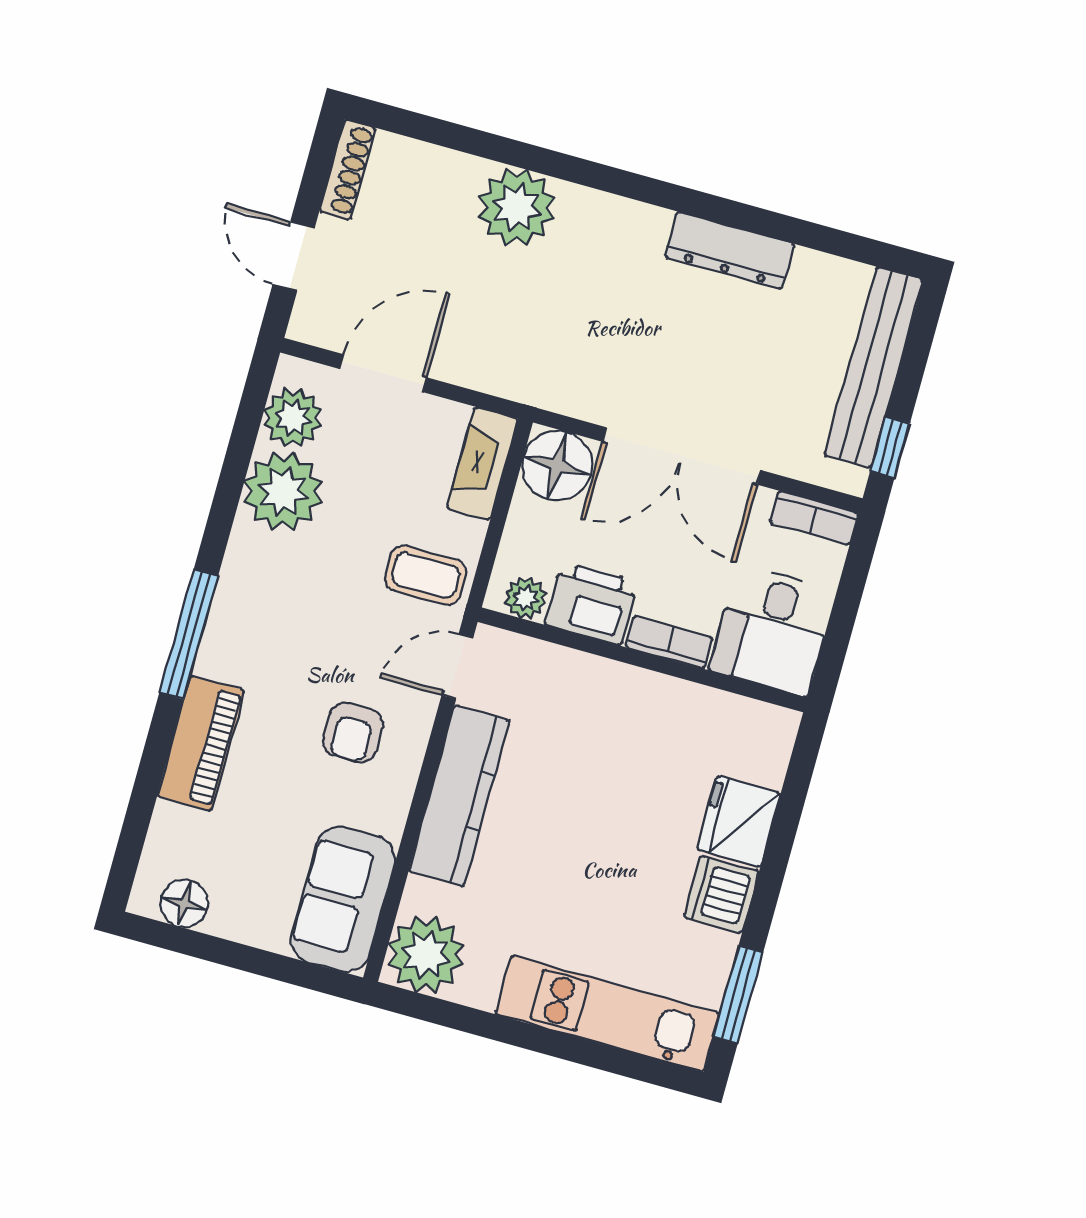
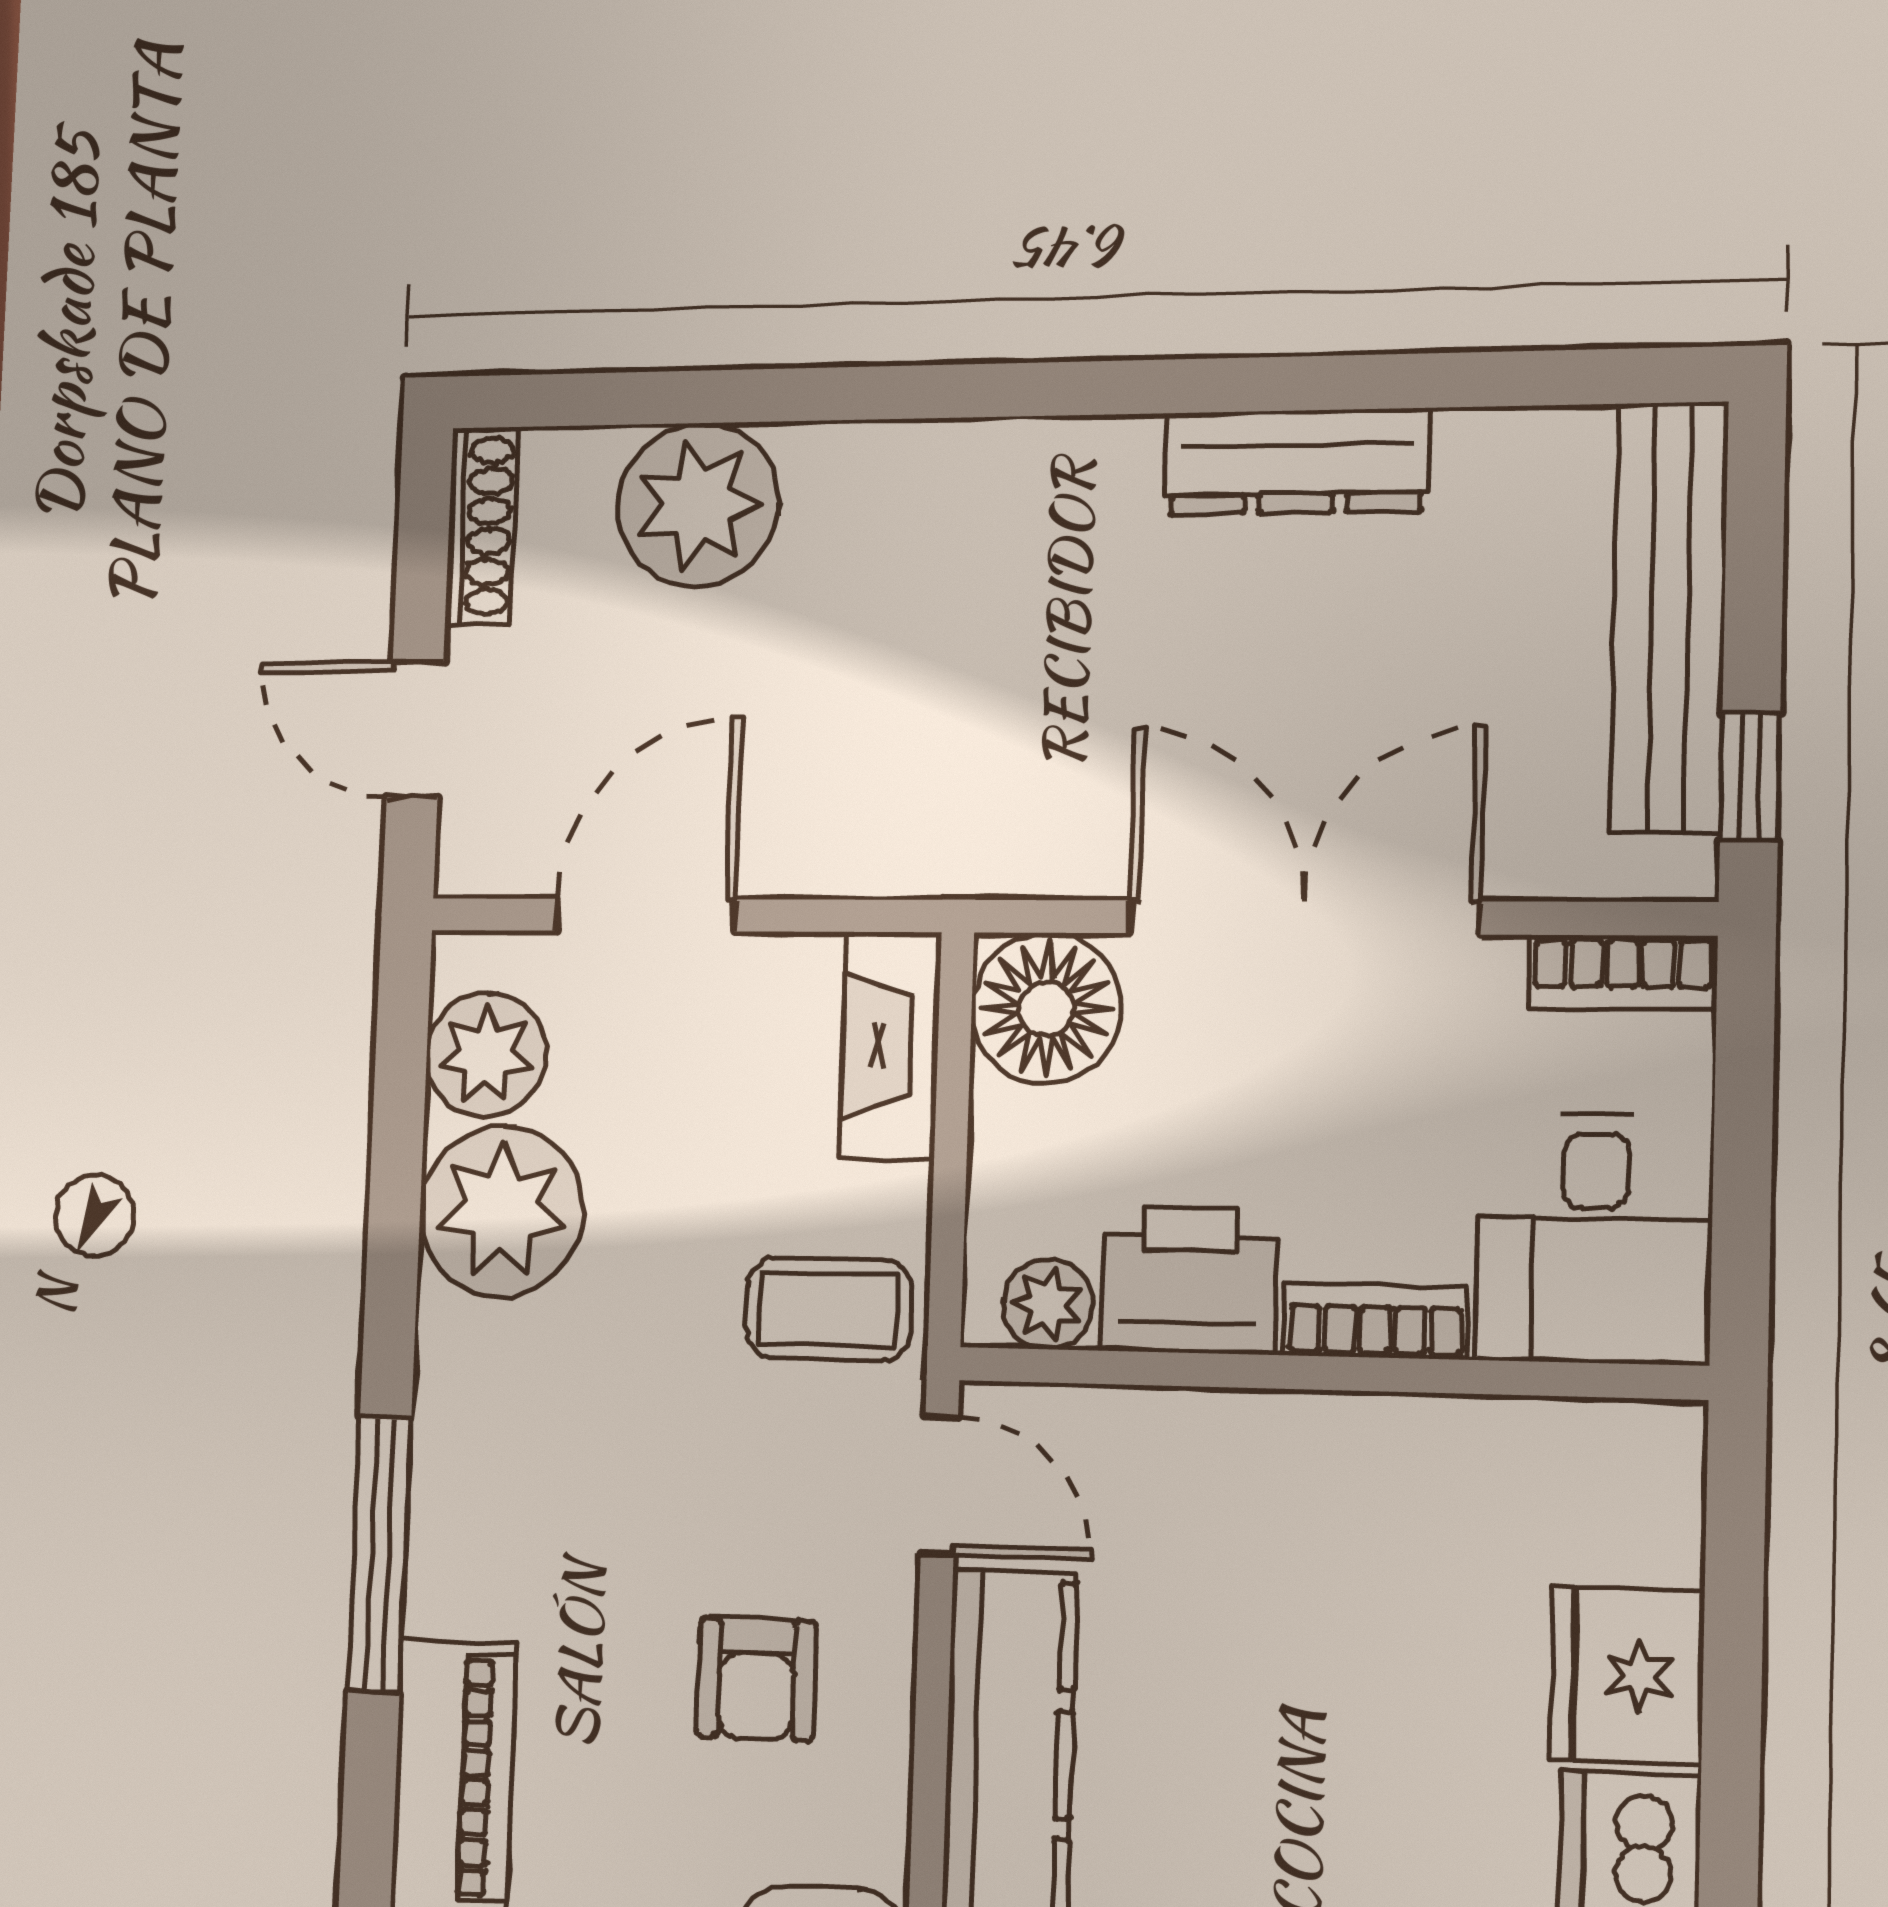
plant: (516, 207) -> (698, 505), moved
double door: (682, 456) -> (1303, 917), swing flipped
door: (457, 667) -> (939, 1486), swing flipped

